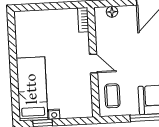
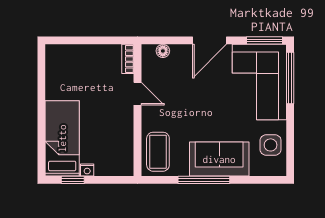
door: (94, 63) -> (138, 94), moved
coffee table: (112, 96) -> (158, 152), width x1.36, depth x1.30

